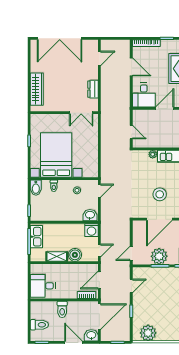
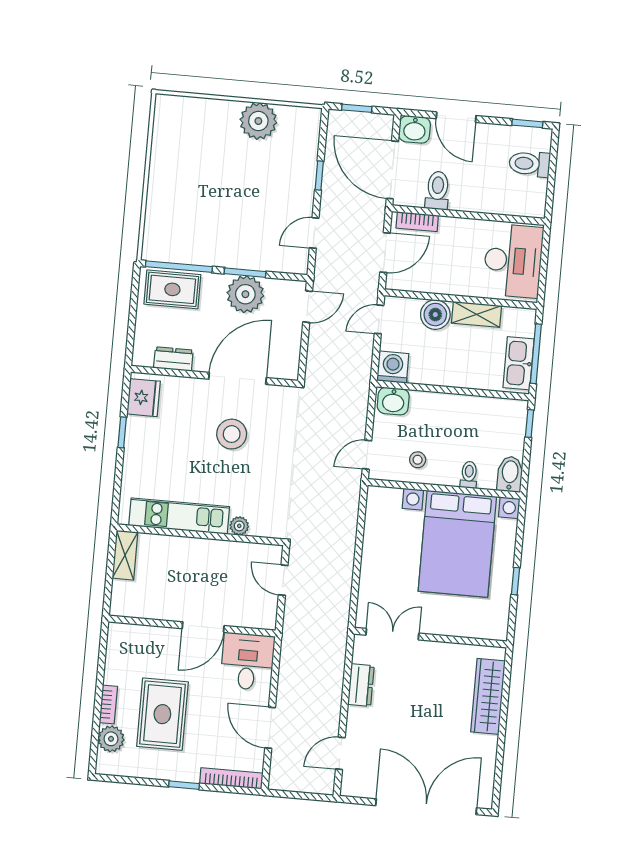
desk: (43, 286) -> (513, 261), width x1.37
toilet: (62, 309) -> (438, 190), moved
door: (99, 317) -> (392, 170), hinge flipped
plant: (148, 333) -> (258, 121), moved

